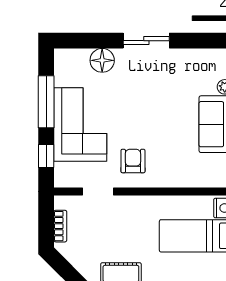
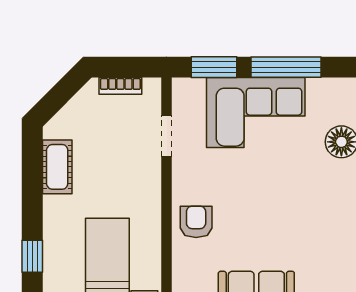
window: (46, 156) -> (214, 67), width x1.50
armchair: (133, 161) -> (196, 222), moved, turned -90

